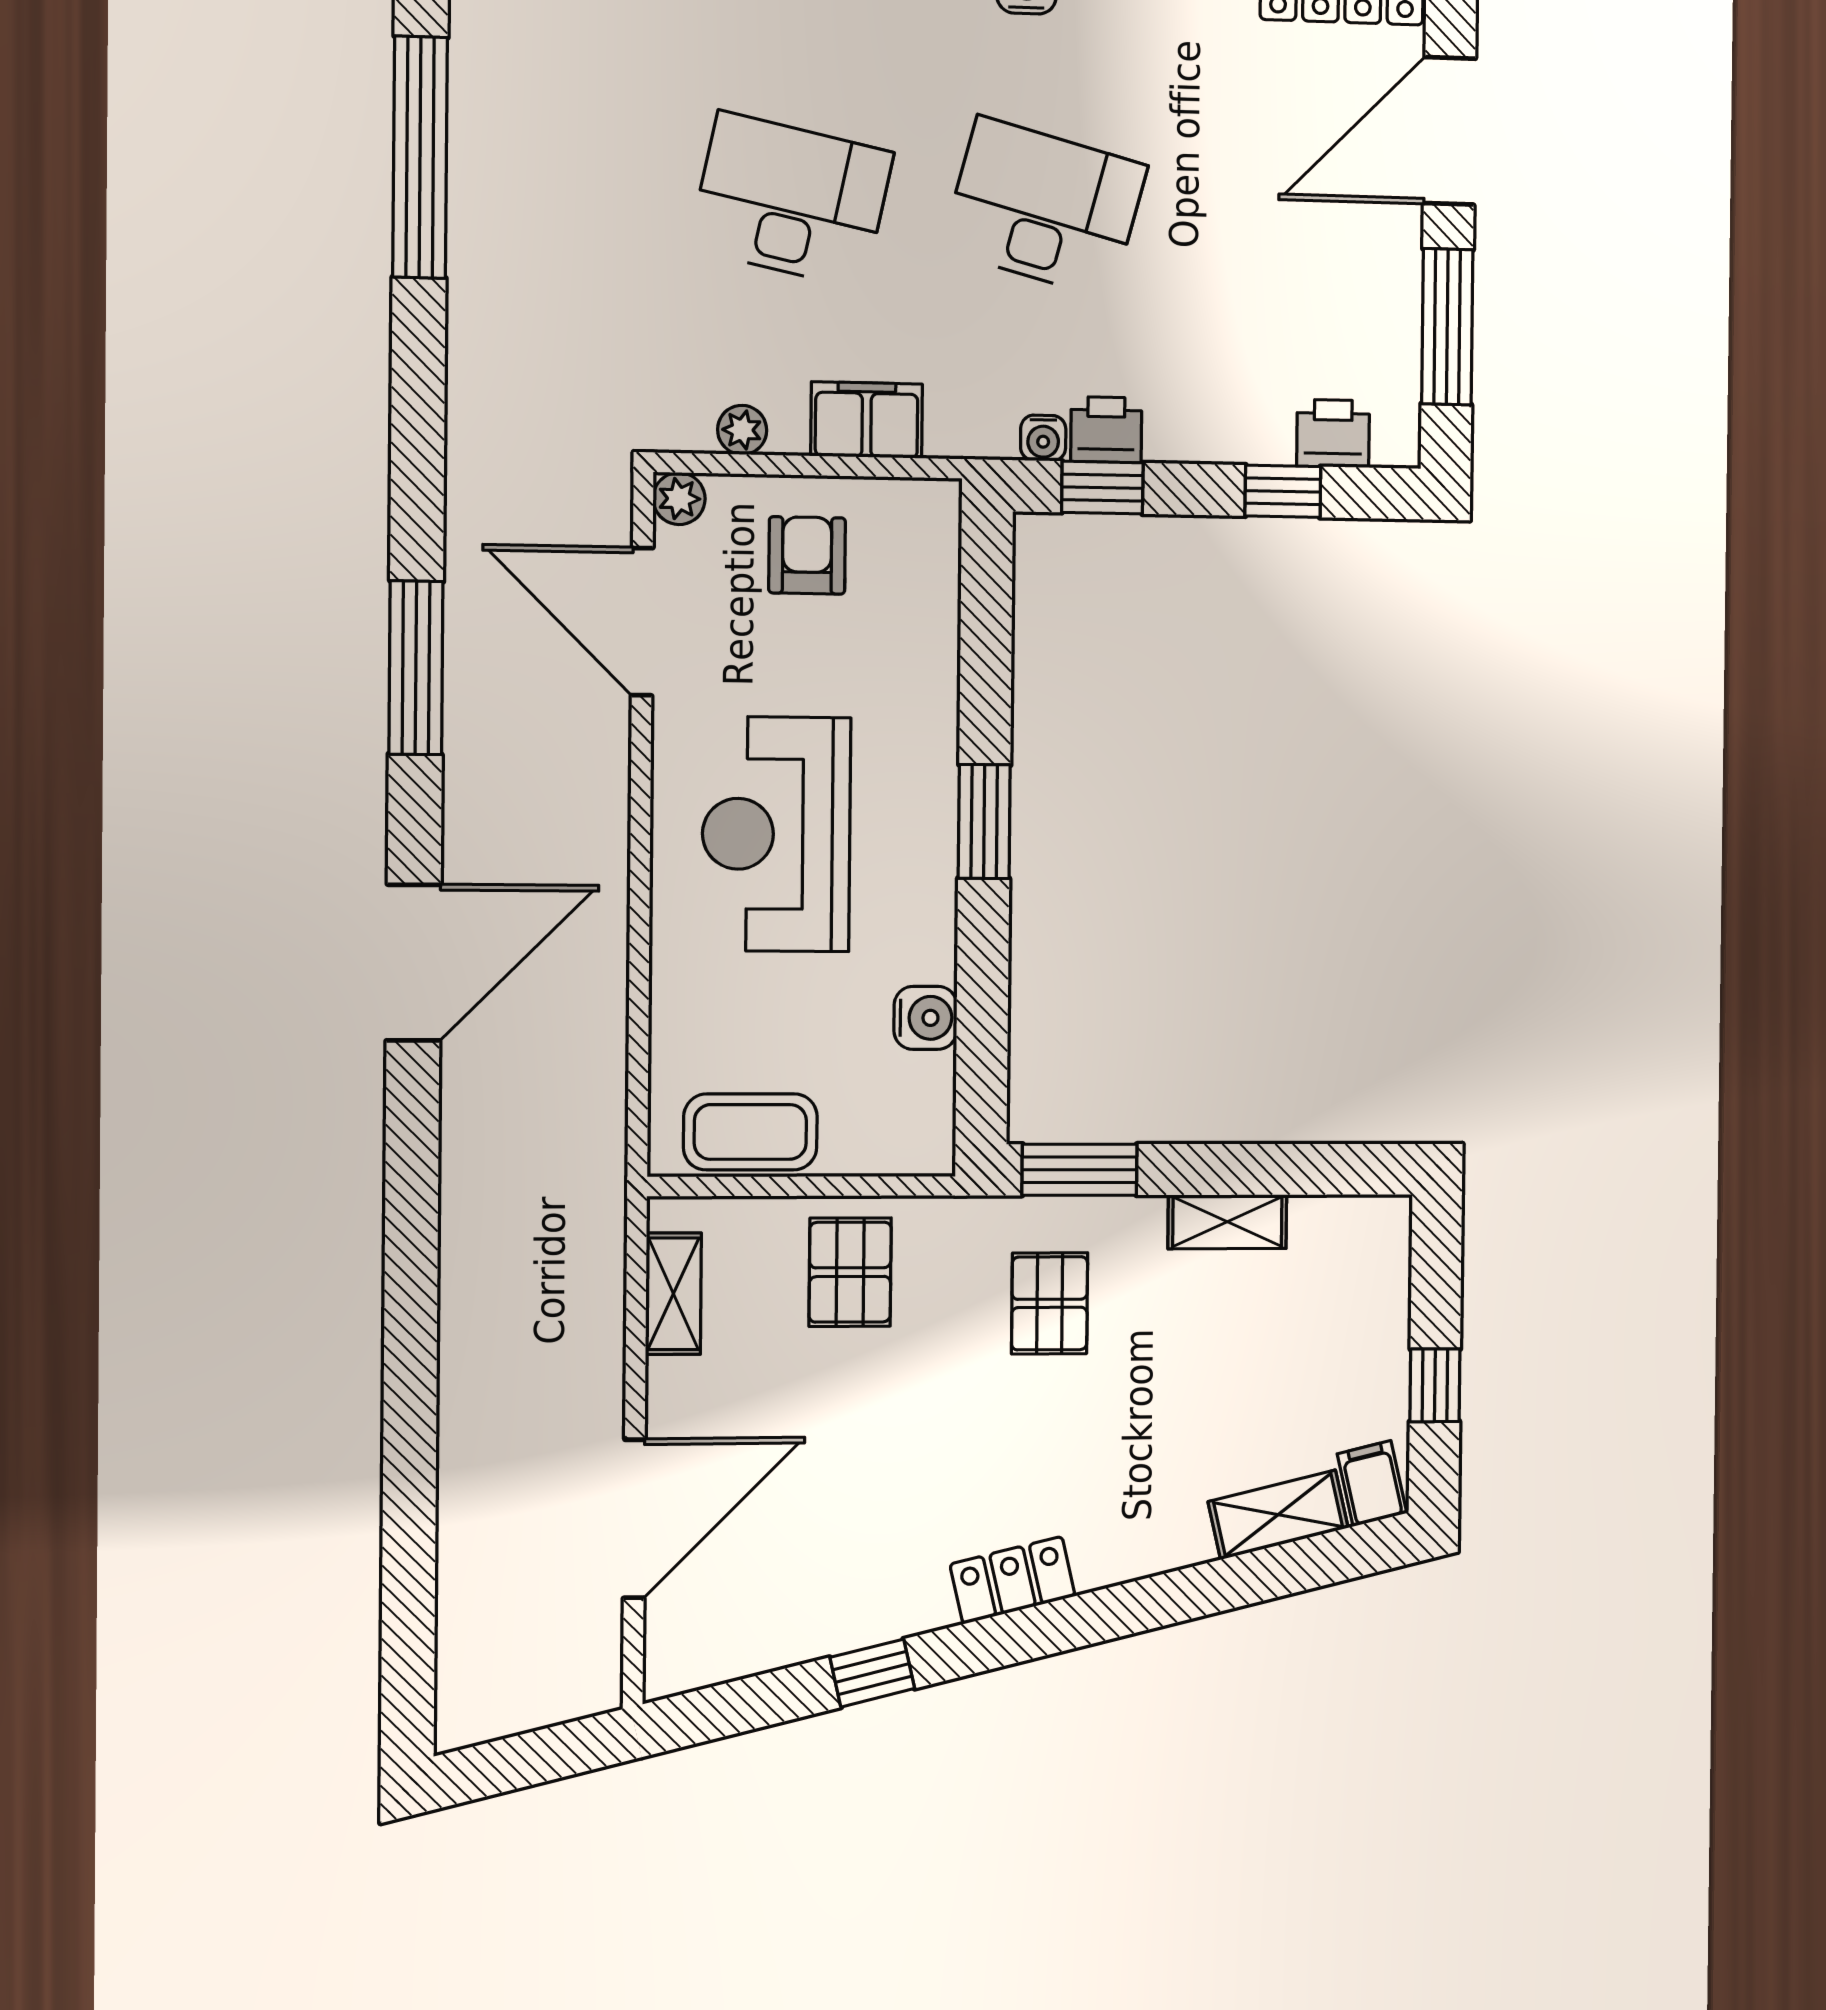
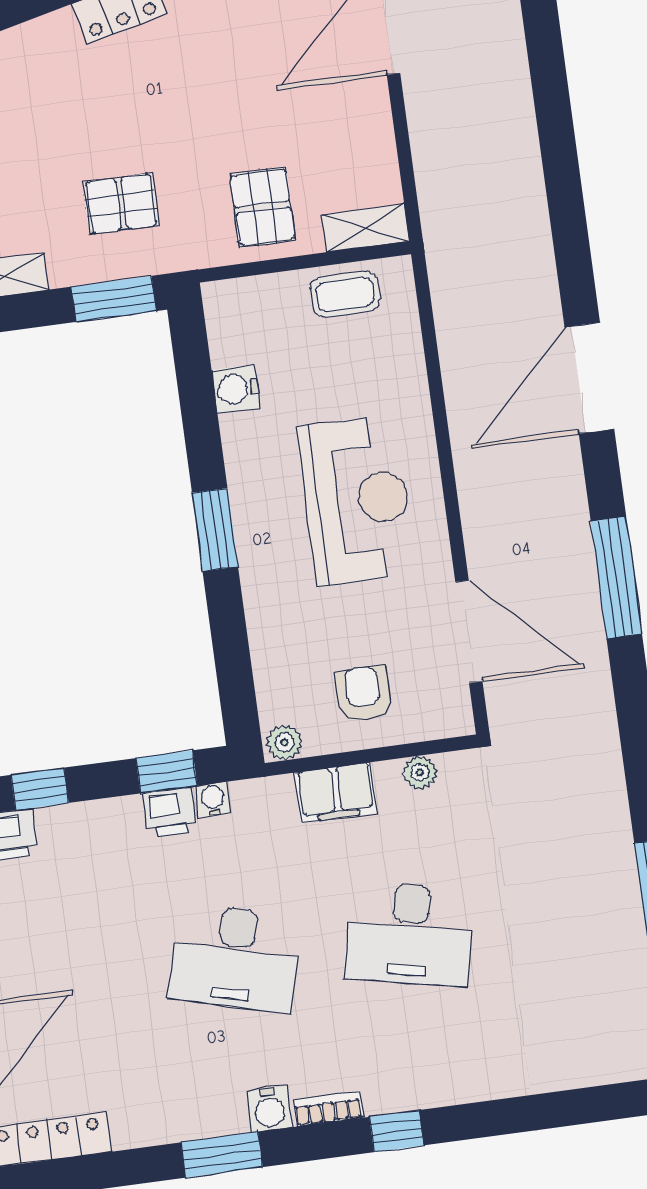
plant: (679, 499) -> (284, 742), moved
armchair: (807, 555) -> (363, 694), turned 180
coffee table: (750, 1132) -> (345, 294), width x0.73, depth x0.77
shelving: (673, 1294) -> (365, 228), moved, turned 90
pallet: (1050, 1303) -> (121, 204), turned 90

